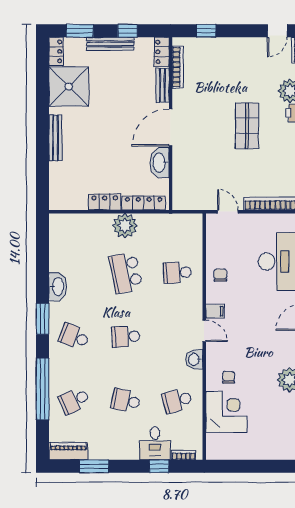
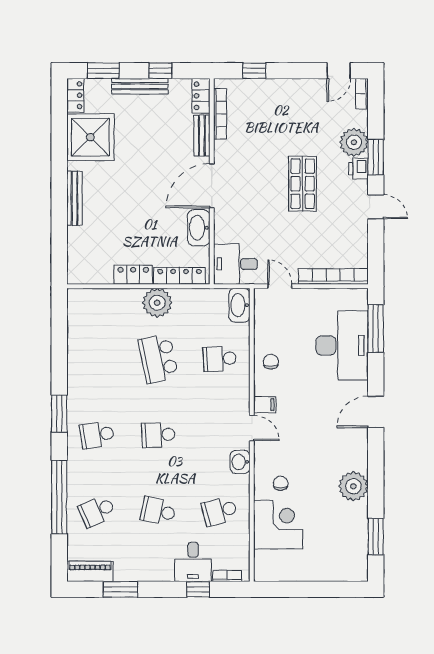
desk: (191, 193) -> (235, 264), added
washbasin: (58, 287) -> (239, 305), moved, turned 180
school desk: (74, 337) -> (97, 435), turned -30

